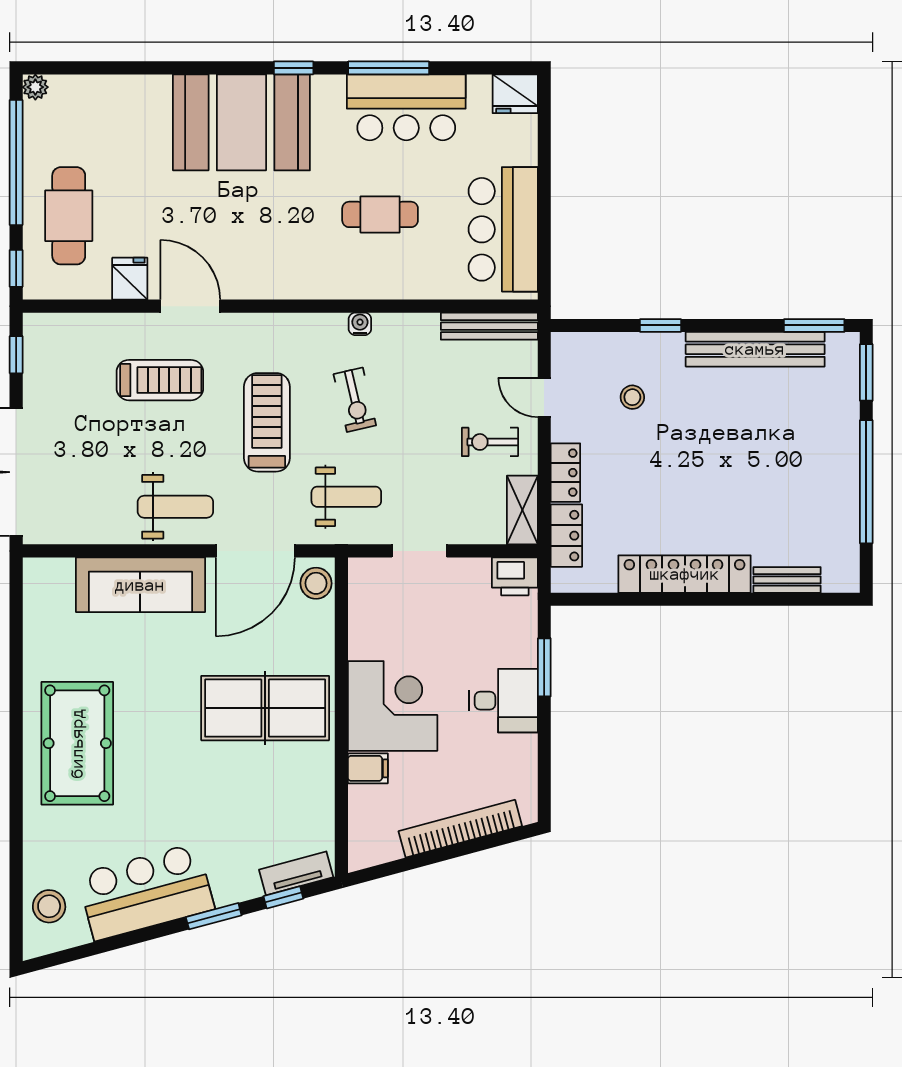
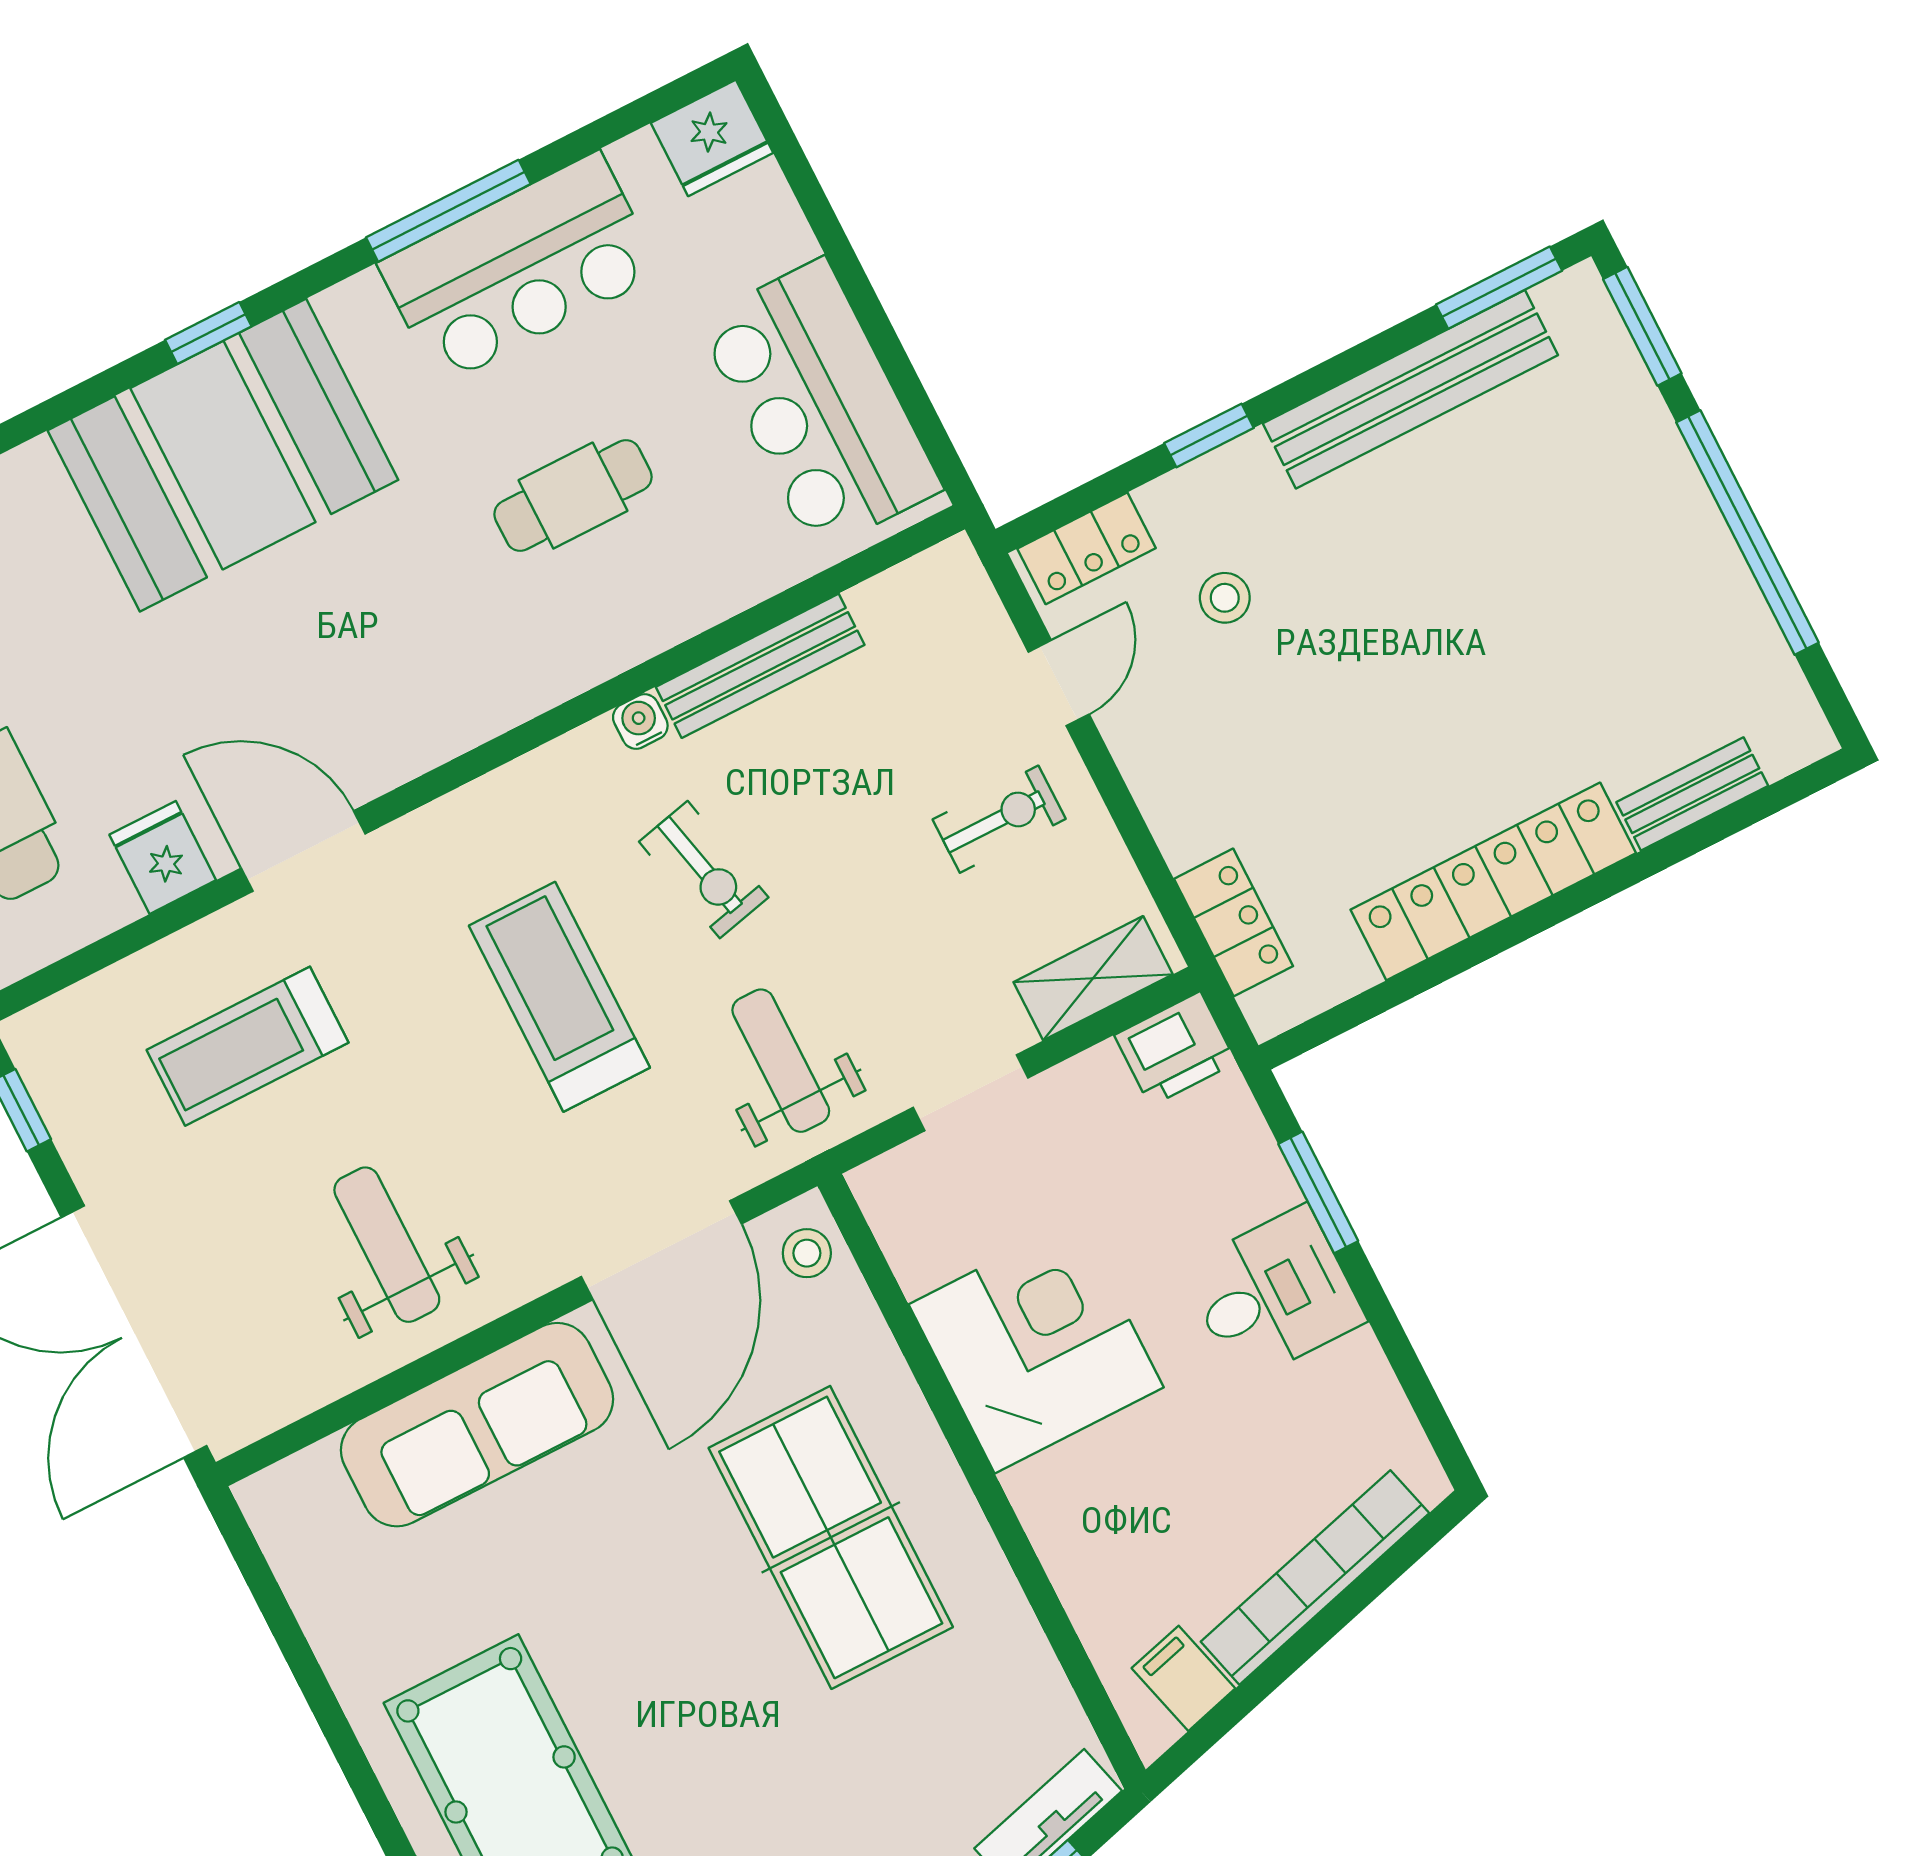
window: (294, 68) -> (208, 333), moved
bench: (489, 326) -> (760, 666), moved
treadmill: (160, 380) -> (248, 1046), moved, turned 180
door: (544, 397) -> (1059, 683), swing flipped
exercise bike: (490, 442) -> (999, 819), turned 180
locker: (565, 473) -> (1087, 548), moved, turned 90
weight bench: (346, 497) -> (781, 1061), turned -90
weight bench: (175, 507) -> (387, 1245), moved, turned -90
shelving: (522, 510) -> (1093, 978), moved, turned 90
stool: (316, 583) -> (807, 1253), width x0.73, depth x0.73
corner desk: (393, 706) -> (1036, 1346), moved
table tennis table: (265, 708) -> (831, 1537), turned 90
filing cabinet: (368, 768) -> (1183, 1678), moved, turned -105

